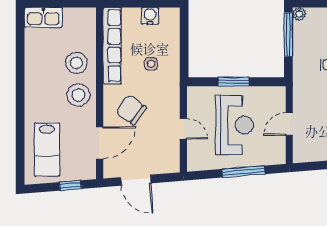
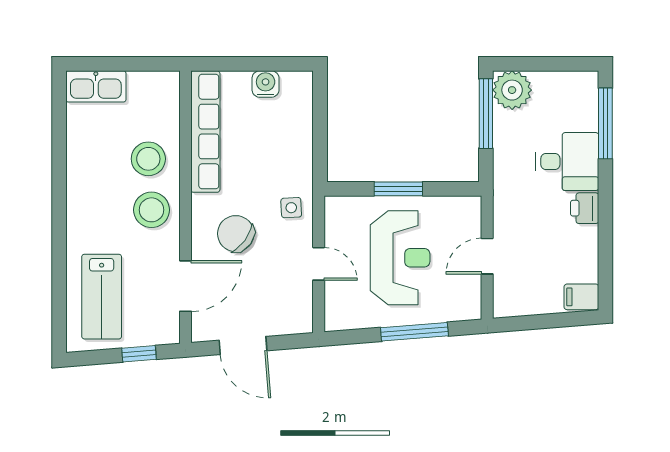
plant: (299, 14) -> (512, 90), width x1.88, depth x1.88
side table: (151, 64) -> (291, 208), moved

